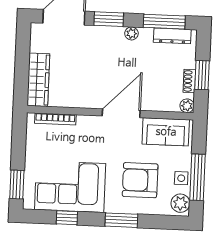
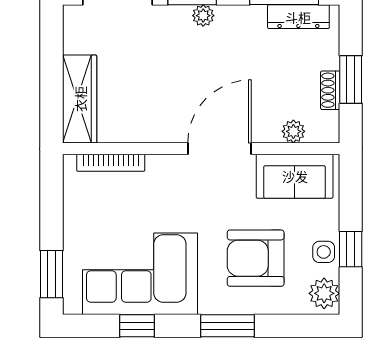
plant: (131, 33) -> (203, 16), moved
plant: (187, 106) -> (293, 131), moved
window: (198, 177) -> (351, 249), width x0.46

